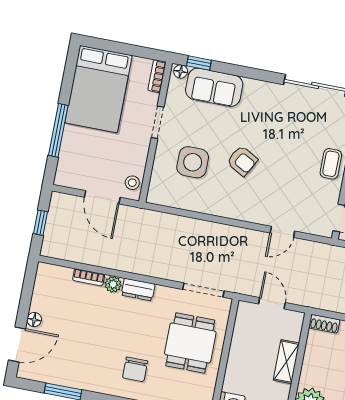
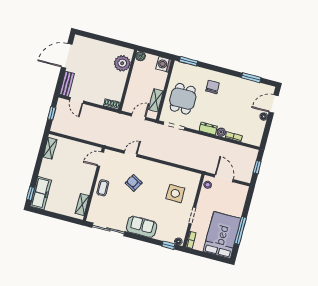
sofa: (214, 87) -> (142, 227), moved
window: (58, 130) -> (240, 230), moved
armchair: (242, 161) -> (134, 183), moved
door: (272, 303) -> (139, 117), swing flipped
shelving: (286, 362) -> (156, 100), moved

